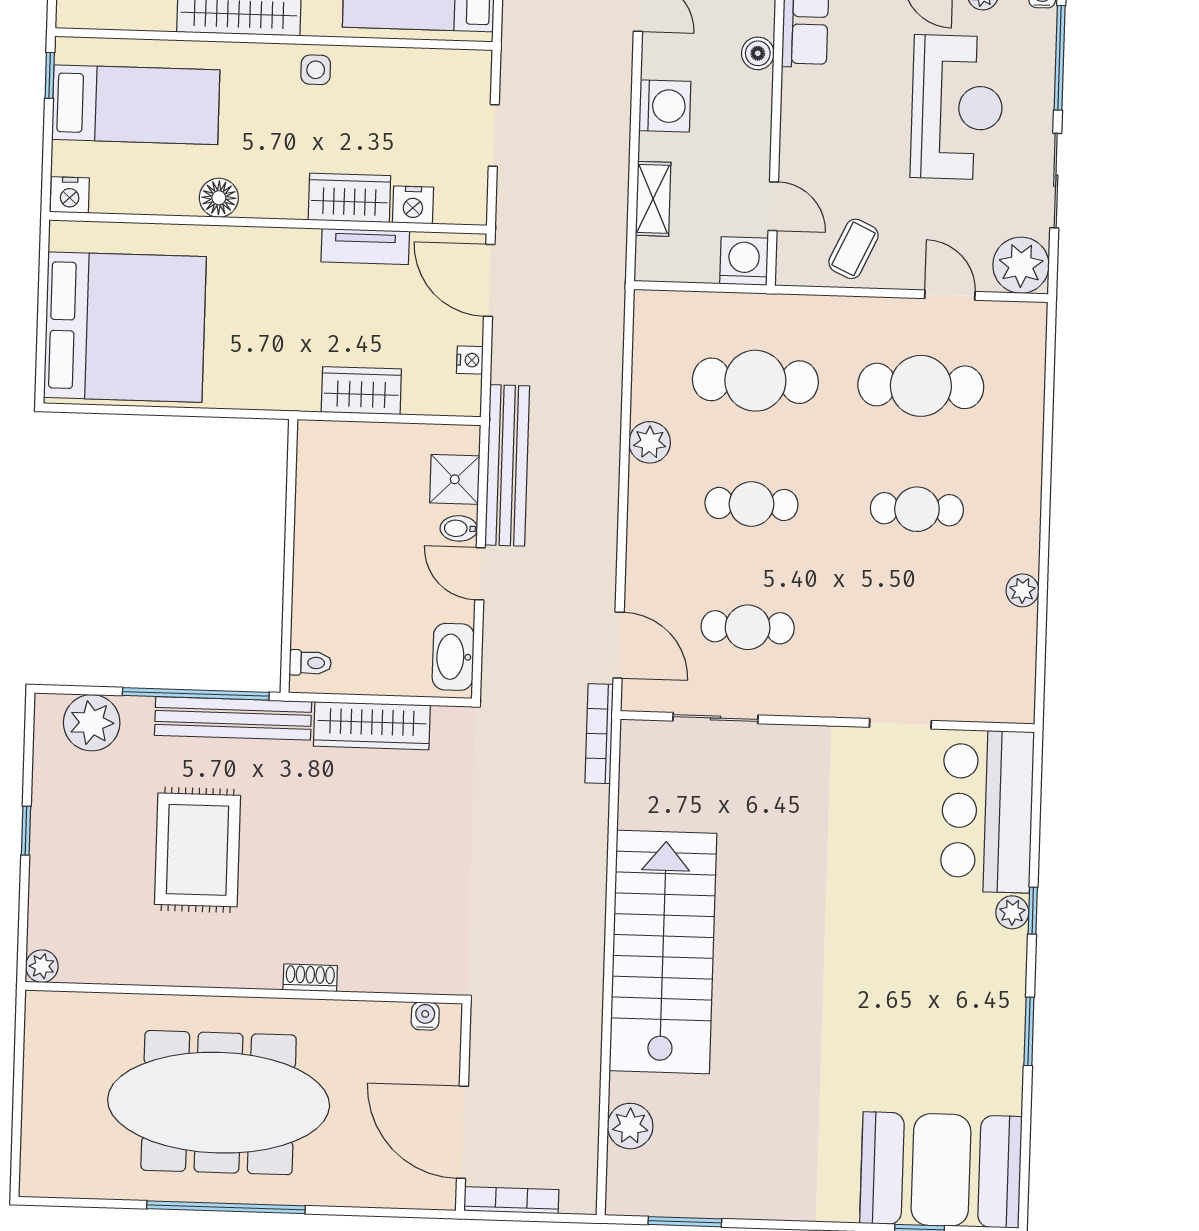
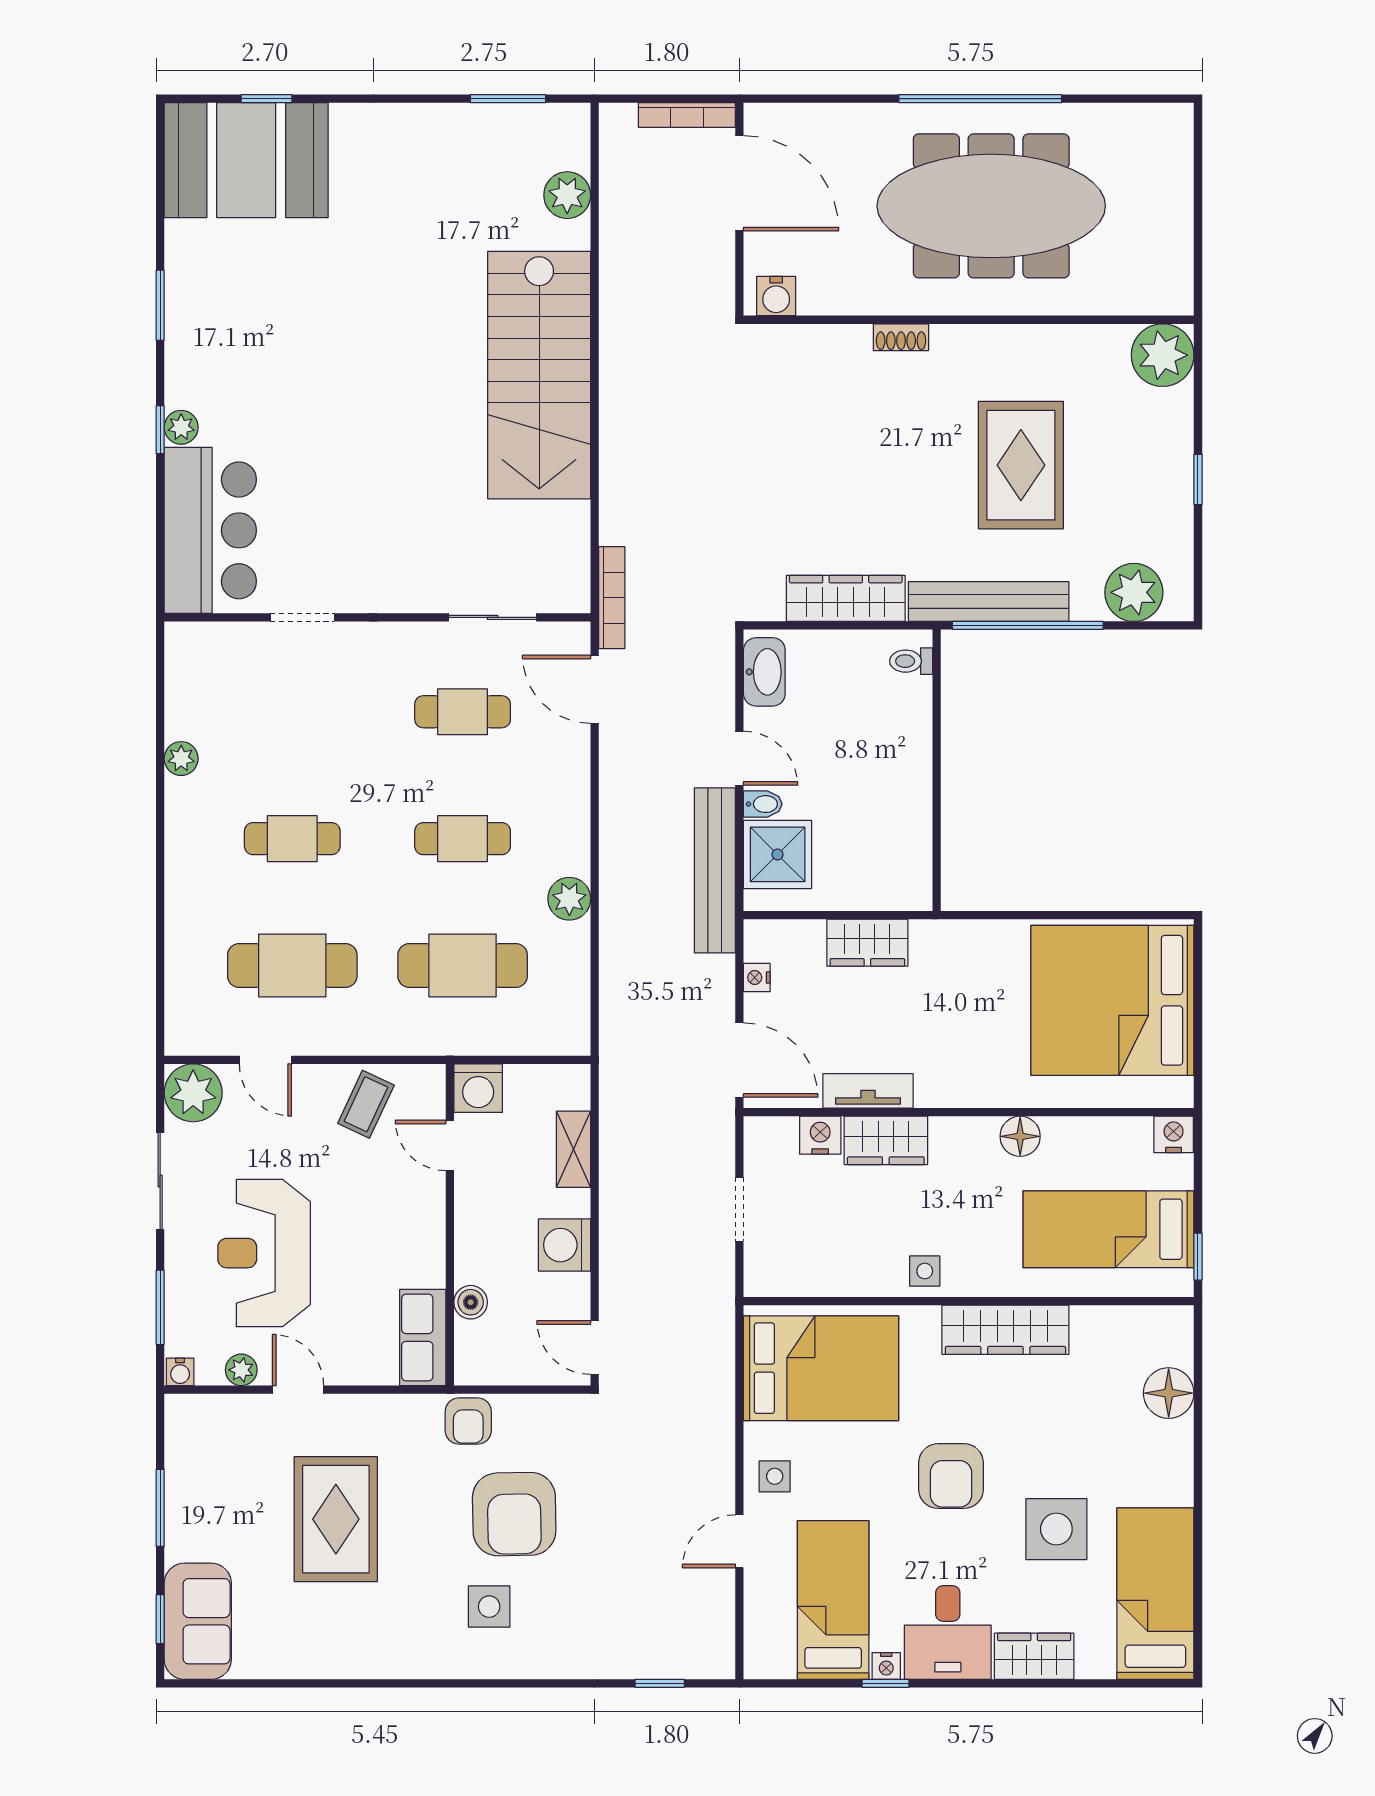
window: (1060, 58) -> (160, 1307), width x0.69
shower: (455, 479) -> (778, 854), width x1.36, depth x1.36
plant: (42, 966) -> (1163, 355), width x1.87, depth x1.87
water cooler: (425, 1016) -> (776, 296), width x1.38, depth x1.38

